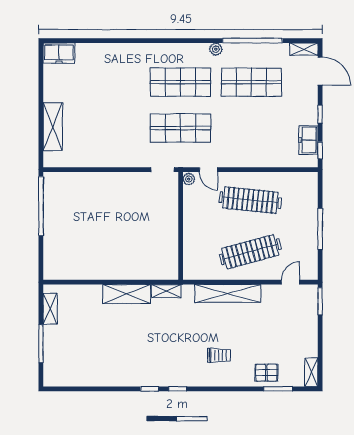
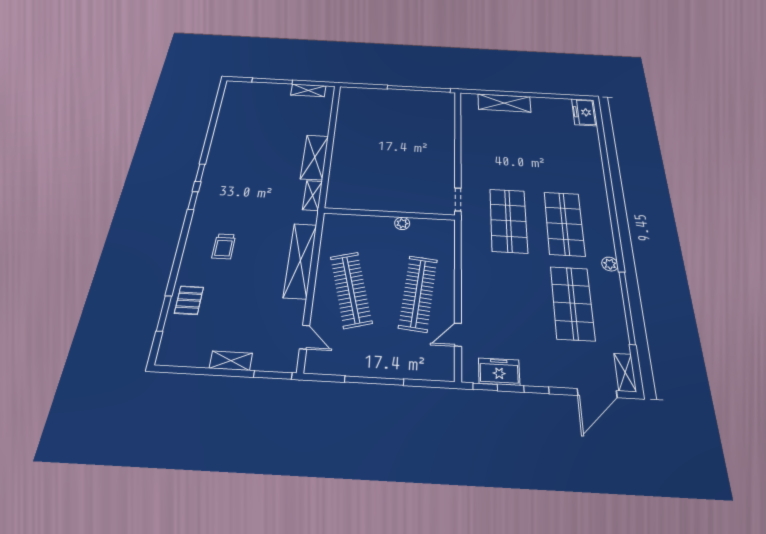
door: (208, 170) -> (458, 335), moved
plant: (189, 179) -> (402, 223), moved
shelving: (311, 372) -> (231, 361), moved

